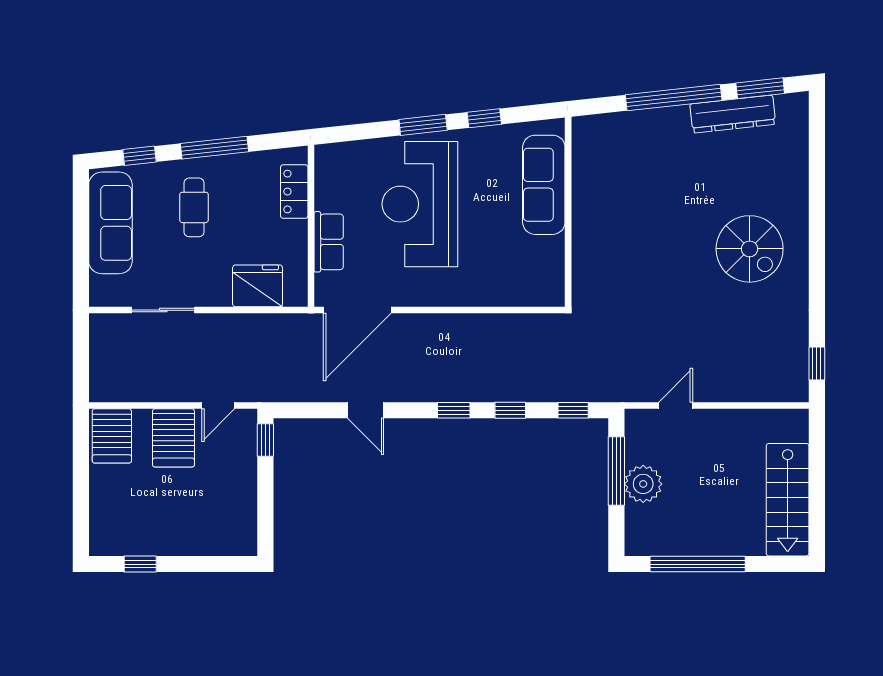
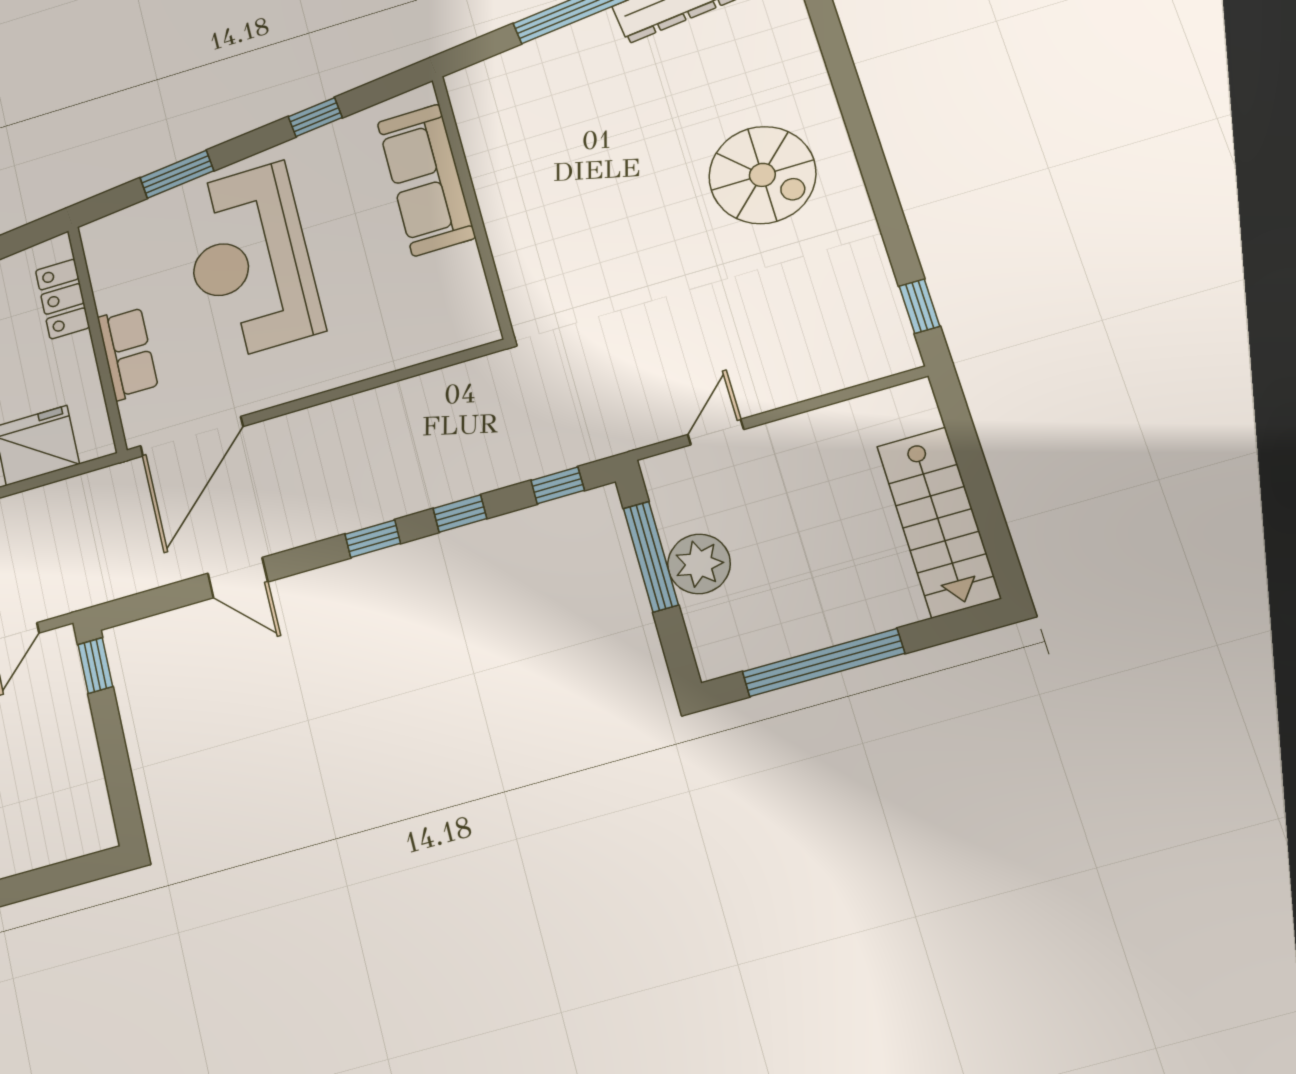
window: (423, 125) -> (177, 174), moved

